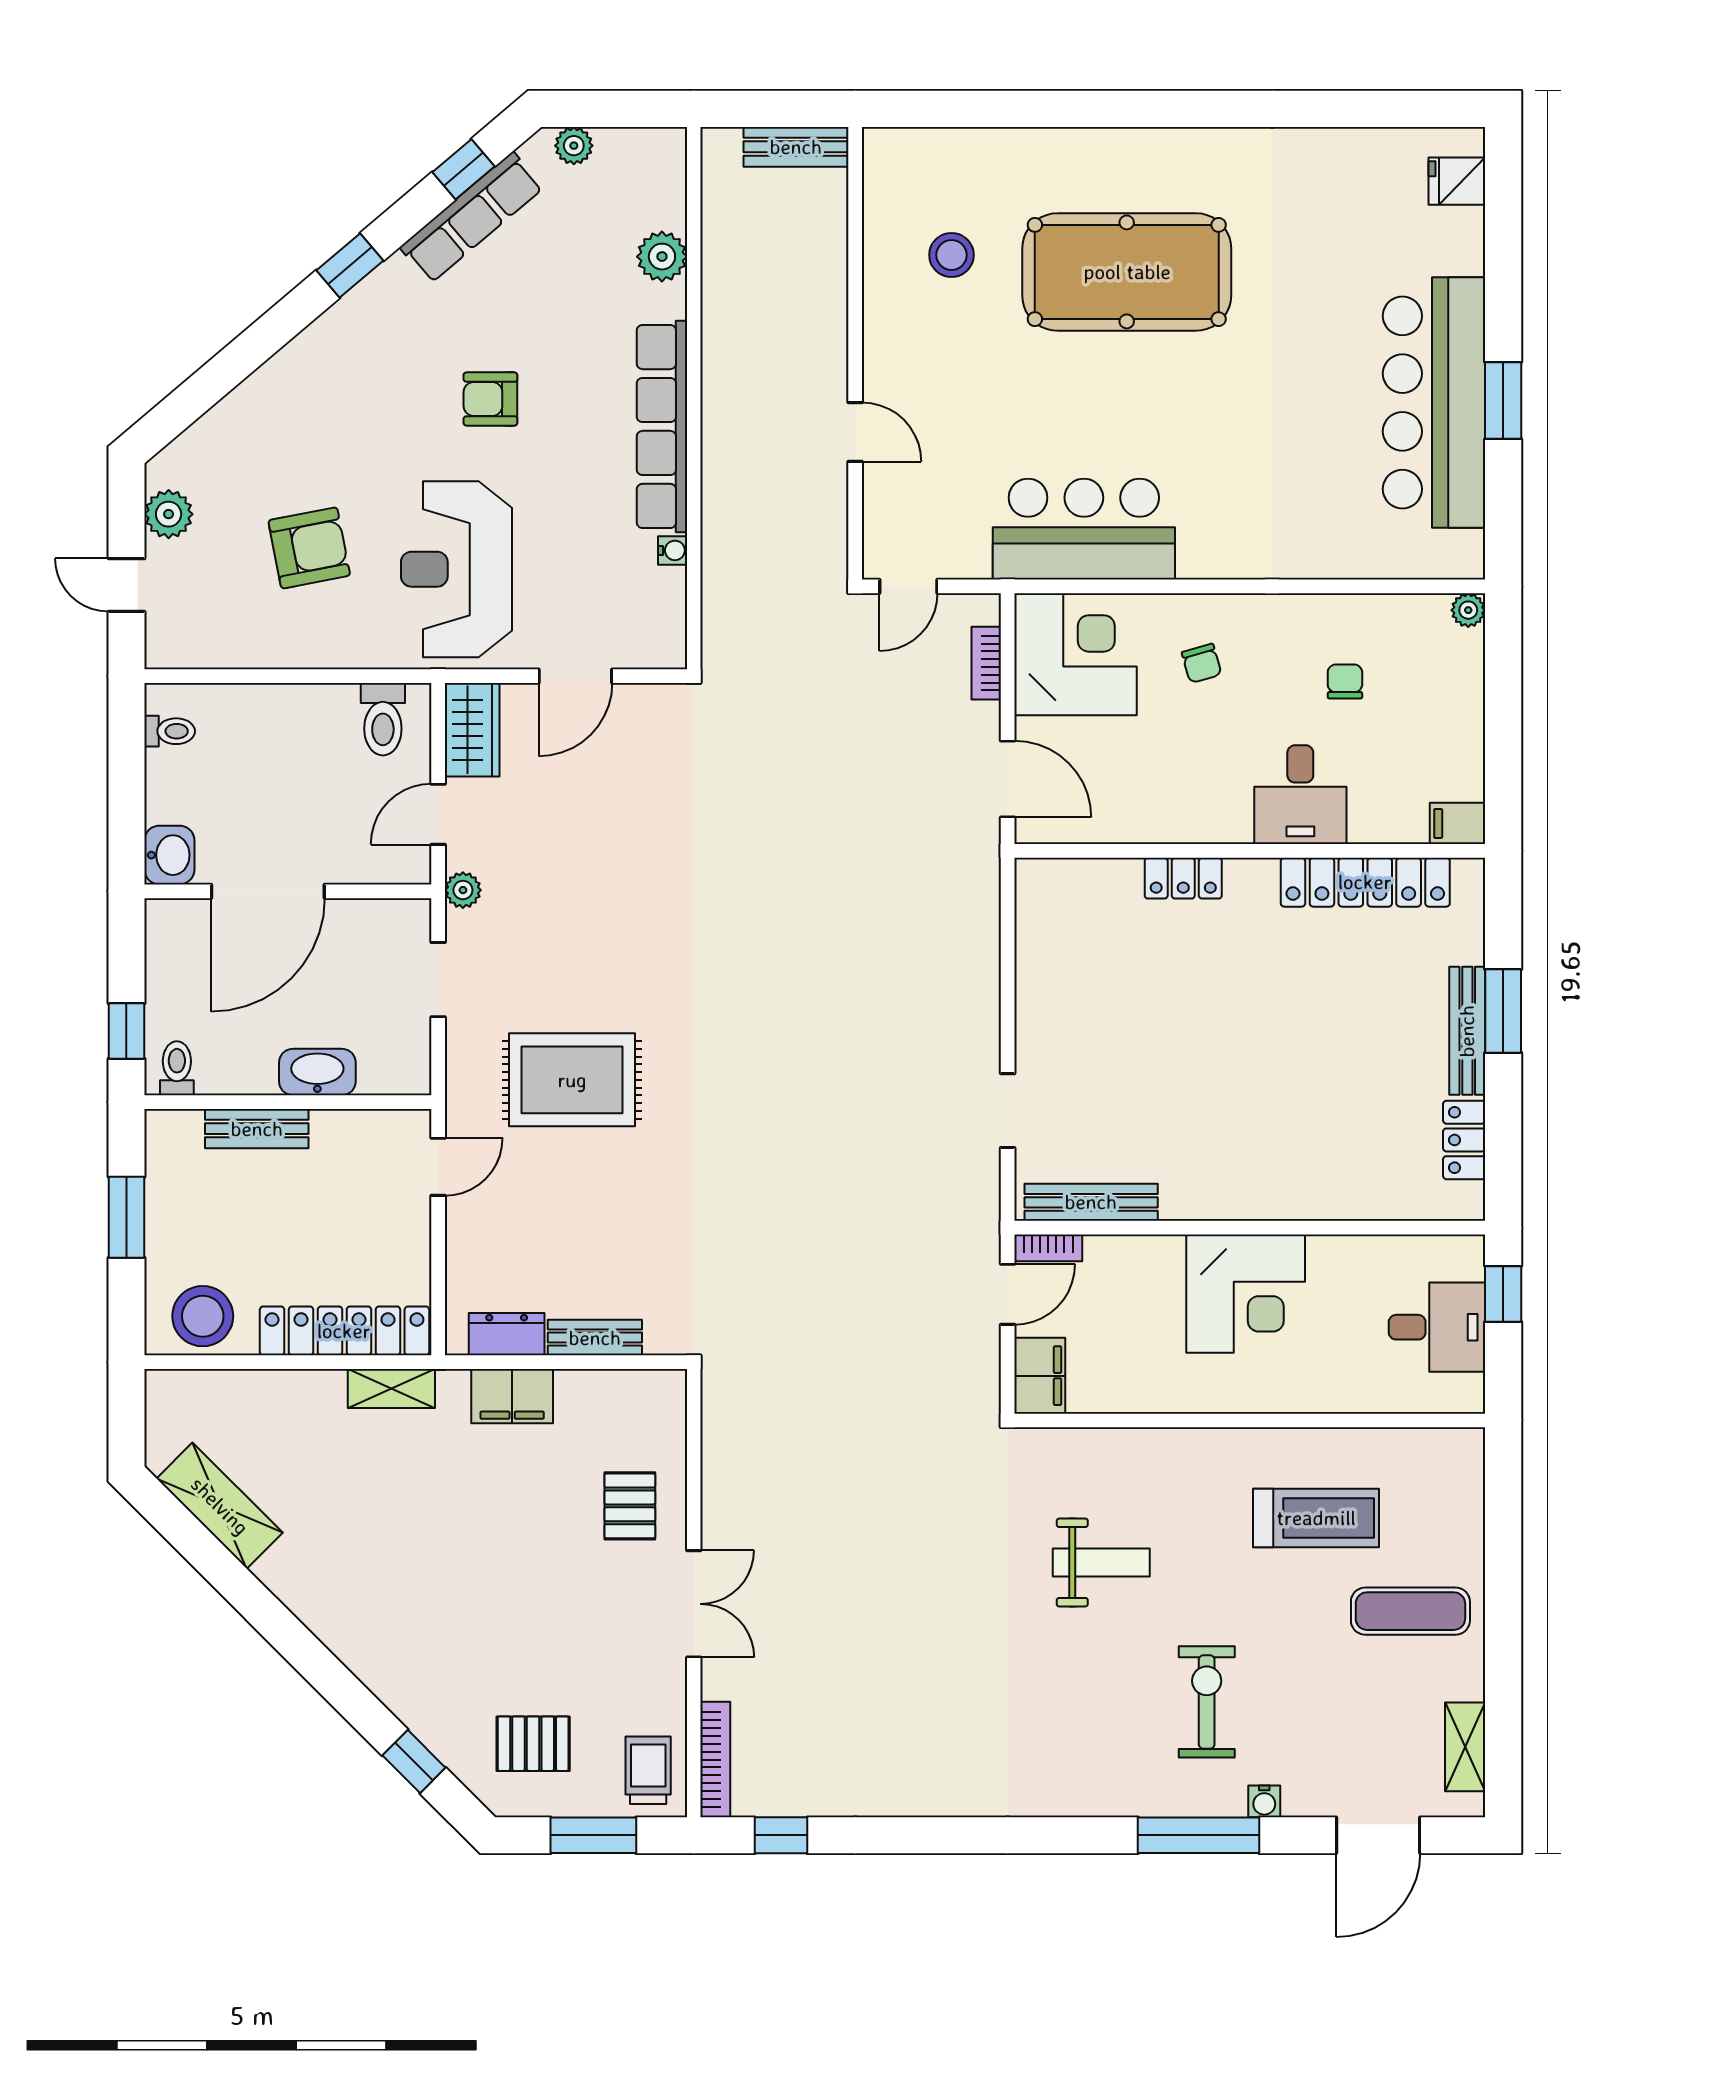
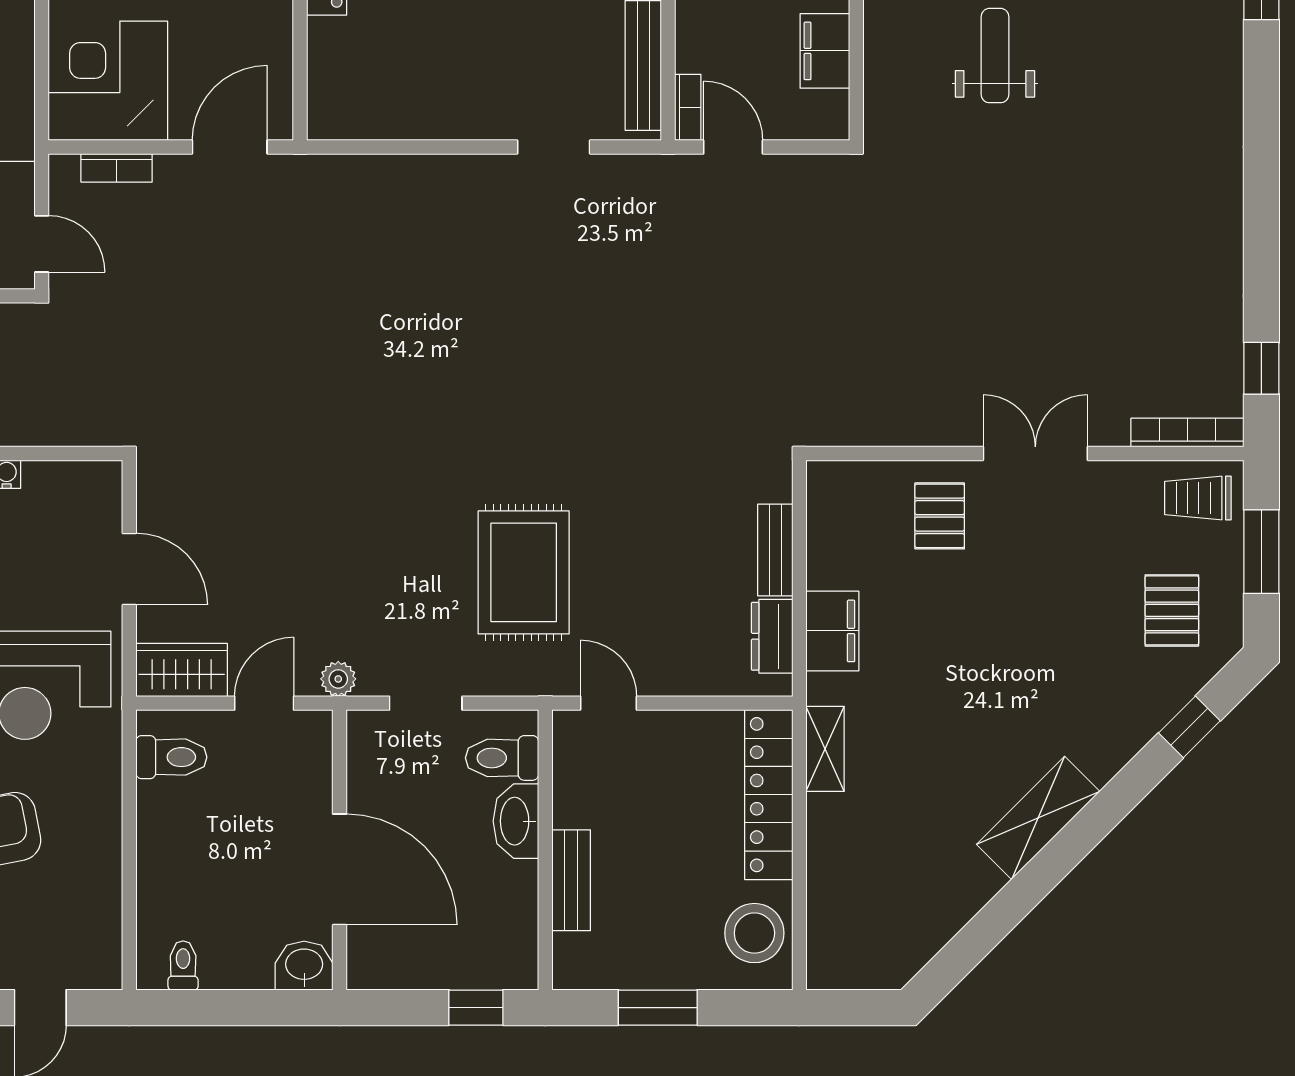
door: (438, 814) -> (264, 703), swing flipped
toilet: (177, 1068) -> (502, 758), moved, width x1.37, depth x1.39
filing cabinet: (1040, 1376) -> (825, 51), moved, turned -90
shelving: (220, 1506) -> (1038, 818), moved
pallet: (630, 1506) -> (940, 516), turned 90

